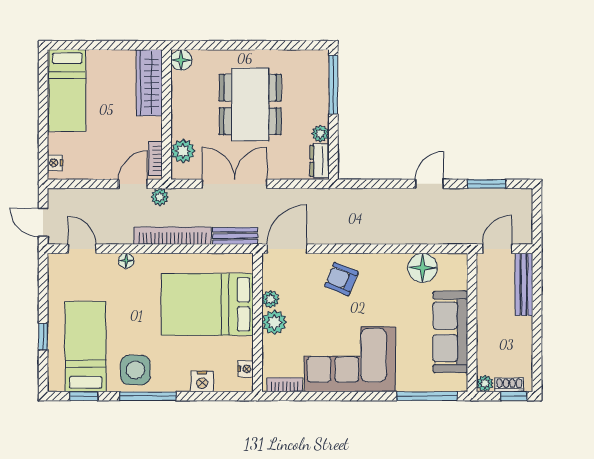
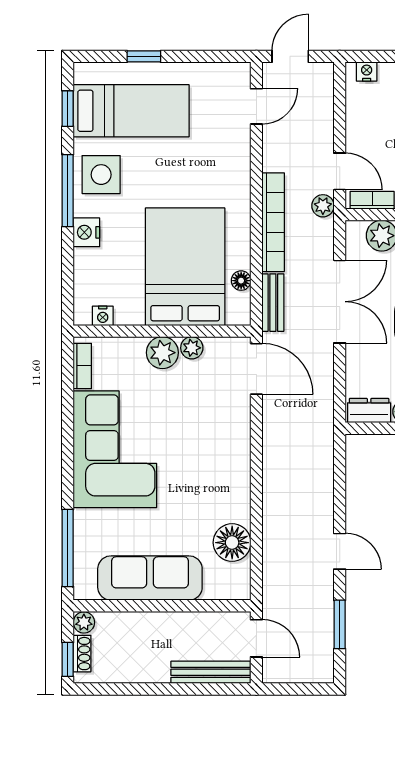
floor lamp: (126, 261) -> (241, 281), moved
armchair: (341, 279) -> (218, 439), removed
nightstand: (202, 381) -> (86, 232), moved

